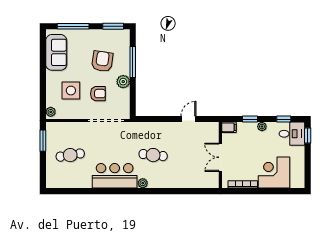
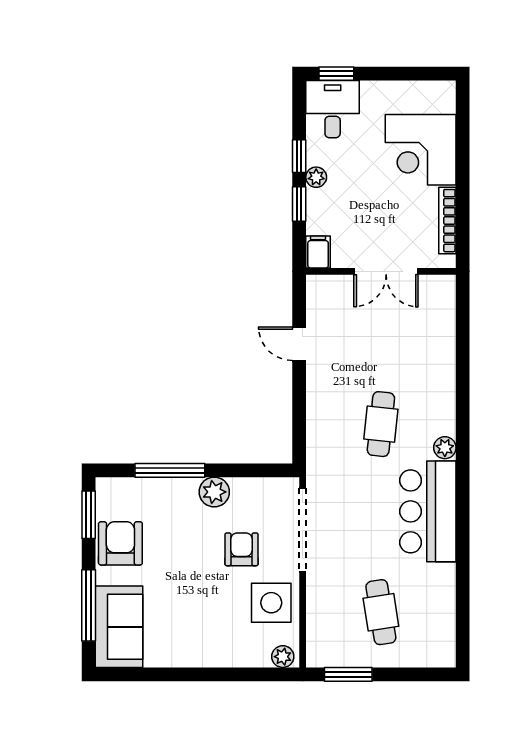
sofa: (56, 52) -> (119, 627), moved, turned 90
armchair: (102, 61) -> (120, 543), moved, turned 82
side table: (71, 91) -> (271, 603), moved
window: (284, 119) -> (299, 156), moved

